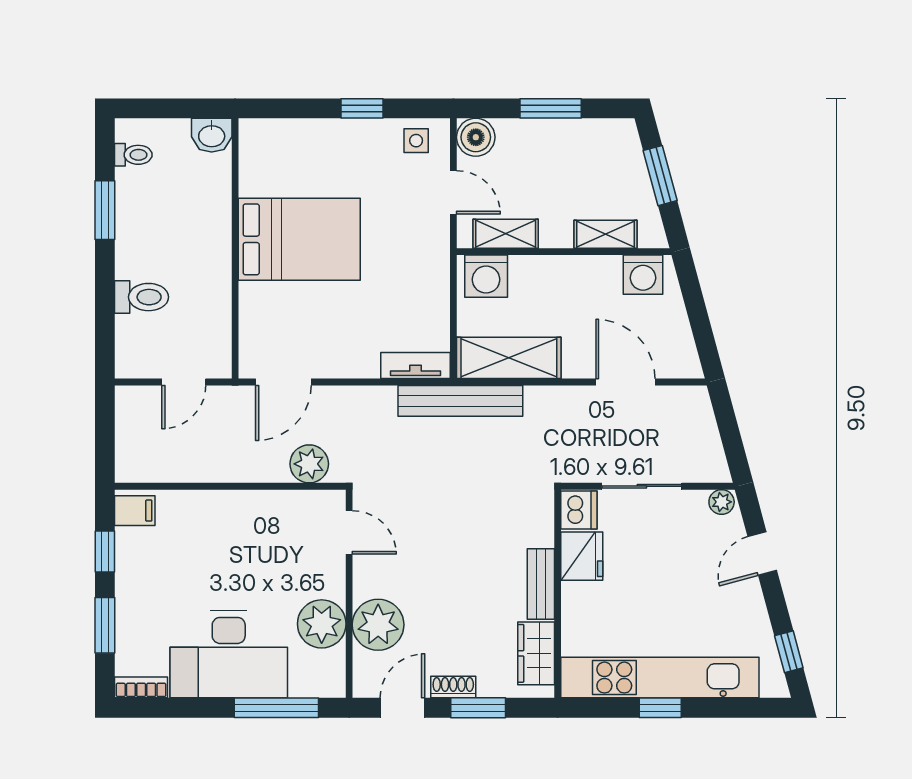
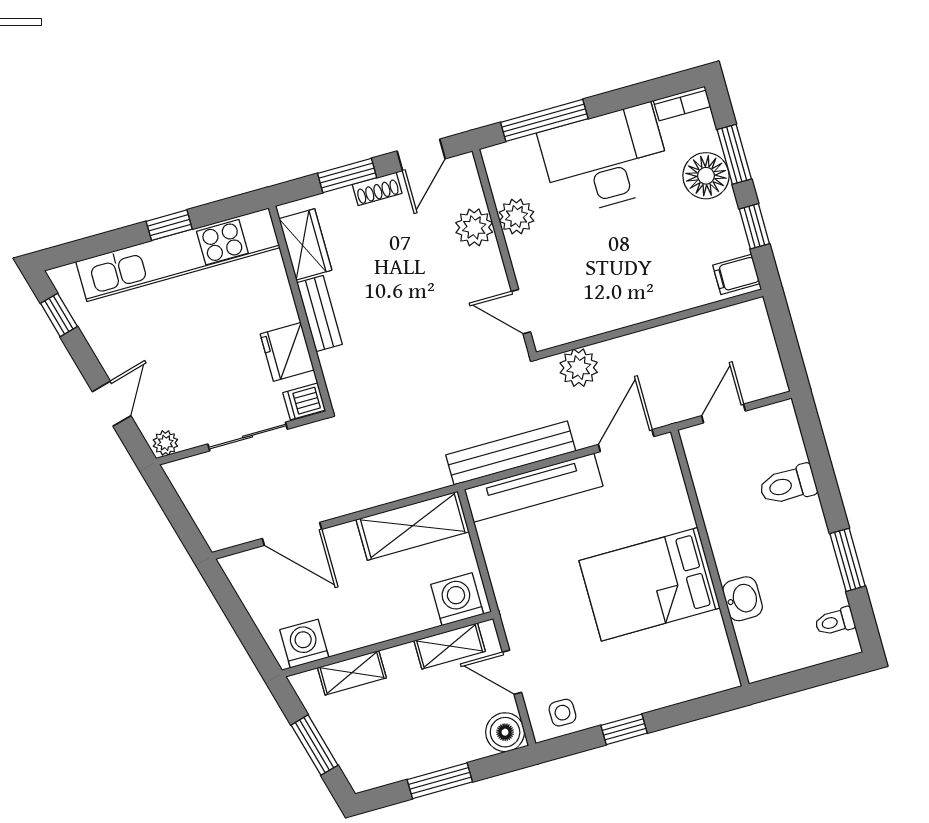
washbasin: (212, 135) -> (743, 599), moved, turned 90
tv unit: (416, 366) -> (534, 488), width x1.92, depth x1.29
bench: (460, 401) -> (511, 453), moved
dishwasher: (579, 510) -> (304, 401), width x0.73
floor lamp: (137, 612) -> (706, 176), added
plant: (322, 624) -> (516, 217), width x0.73, depth x0.73
plant: (378, 625) -> (474, 227), width x0.73, depth x0.73

